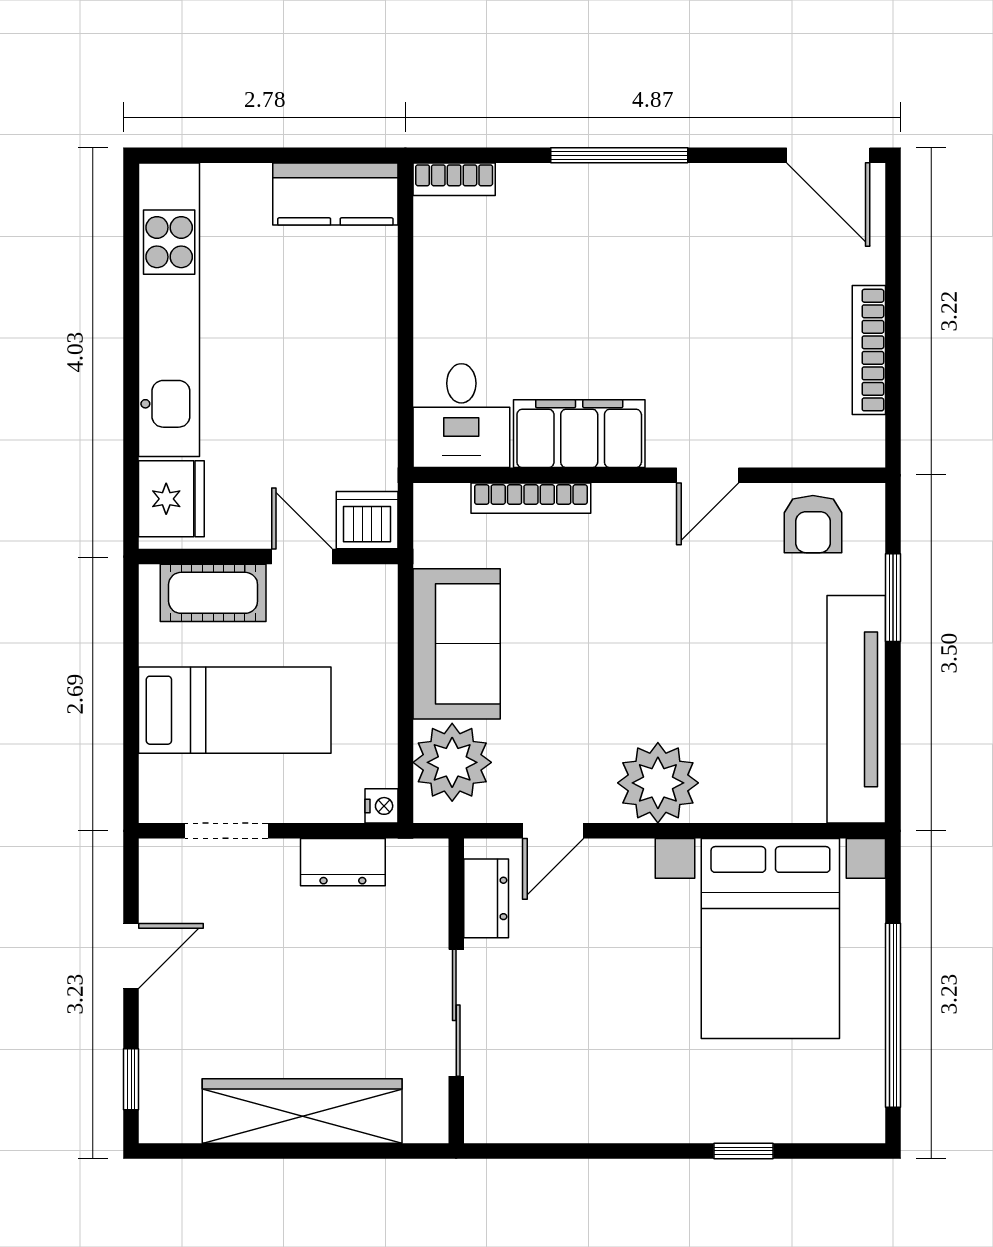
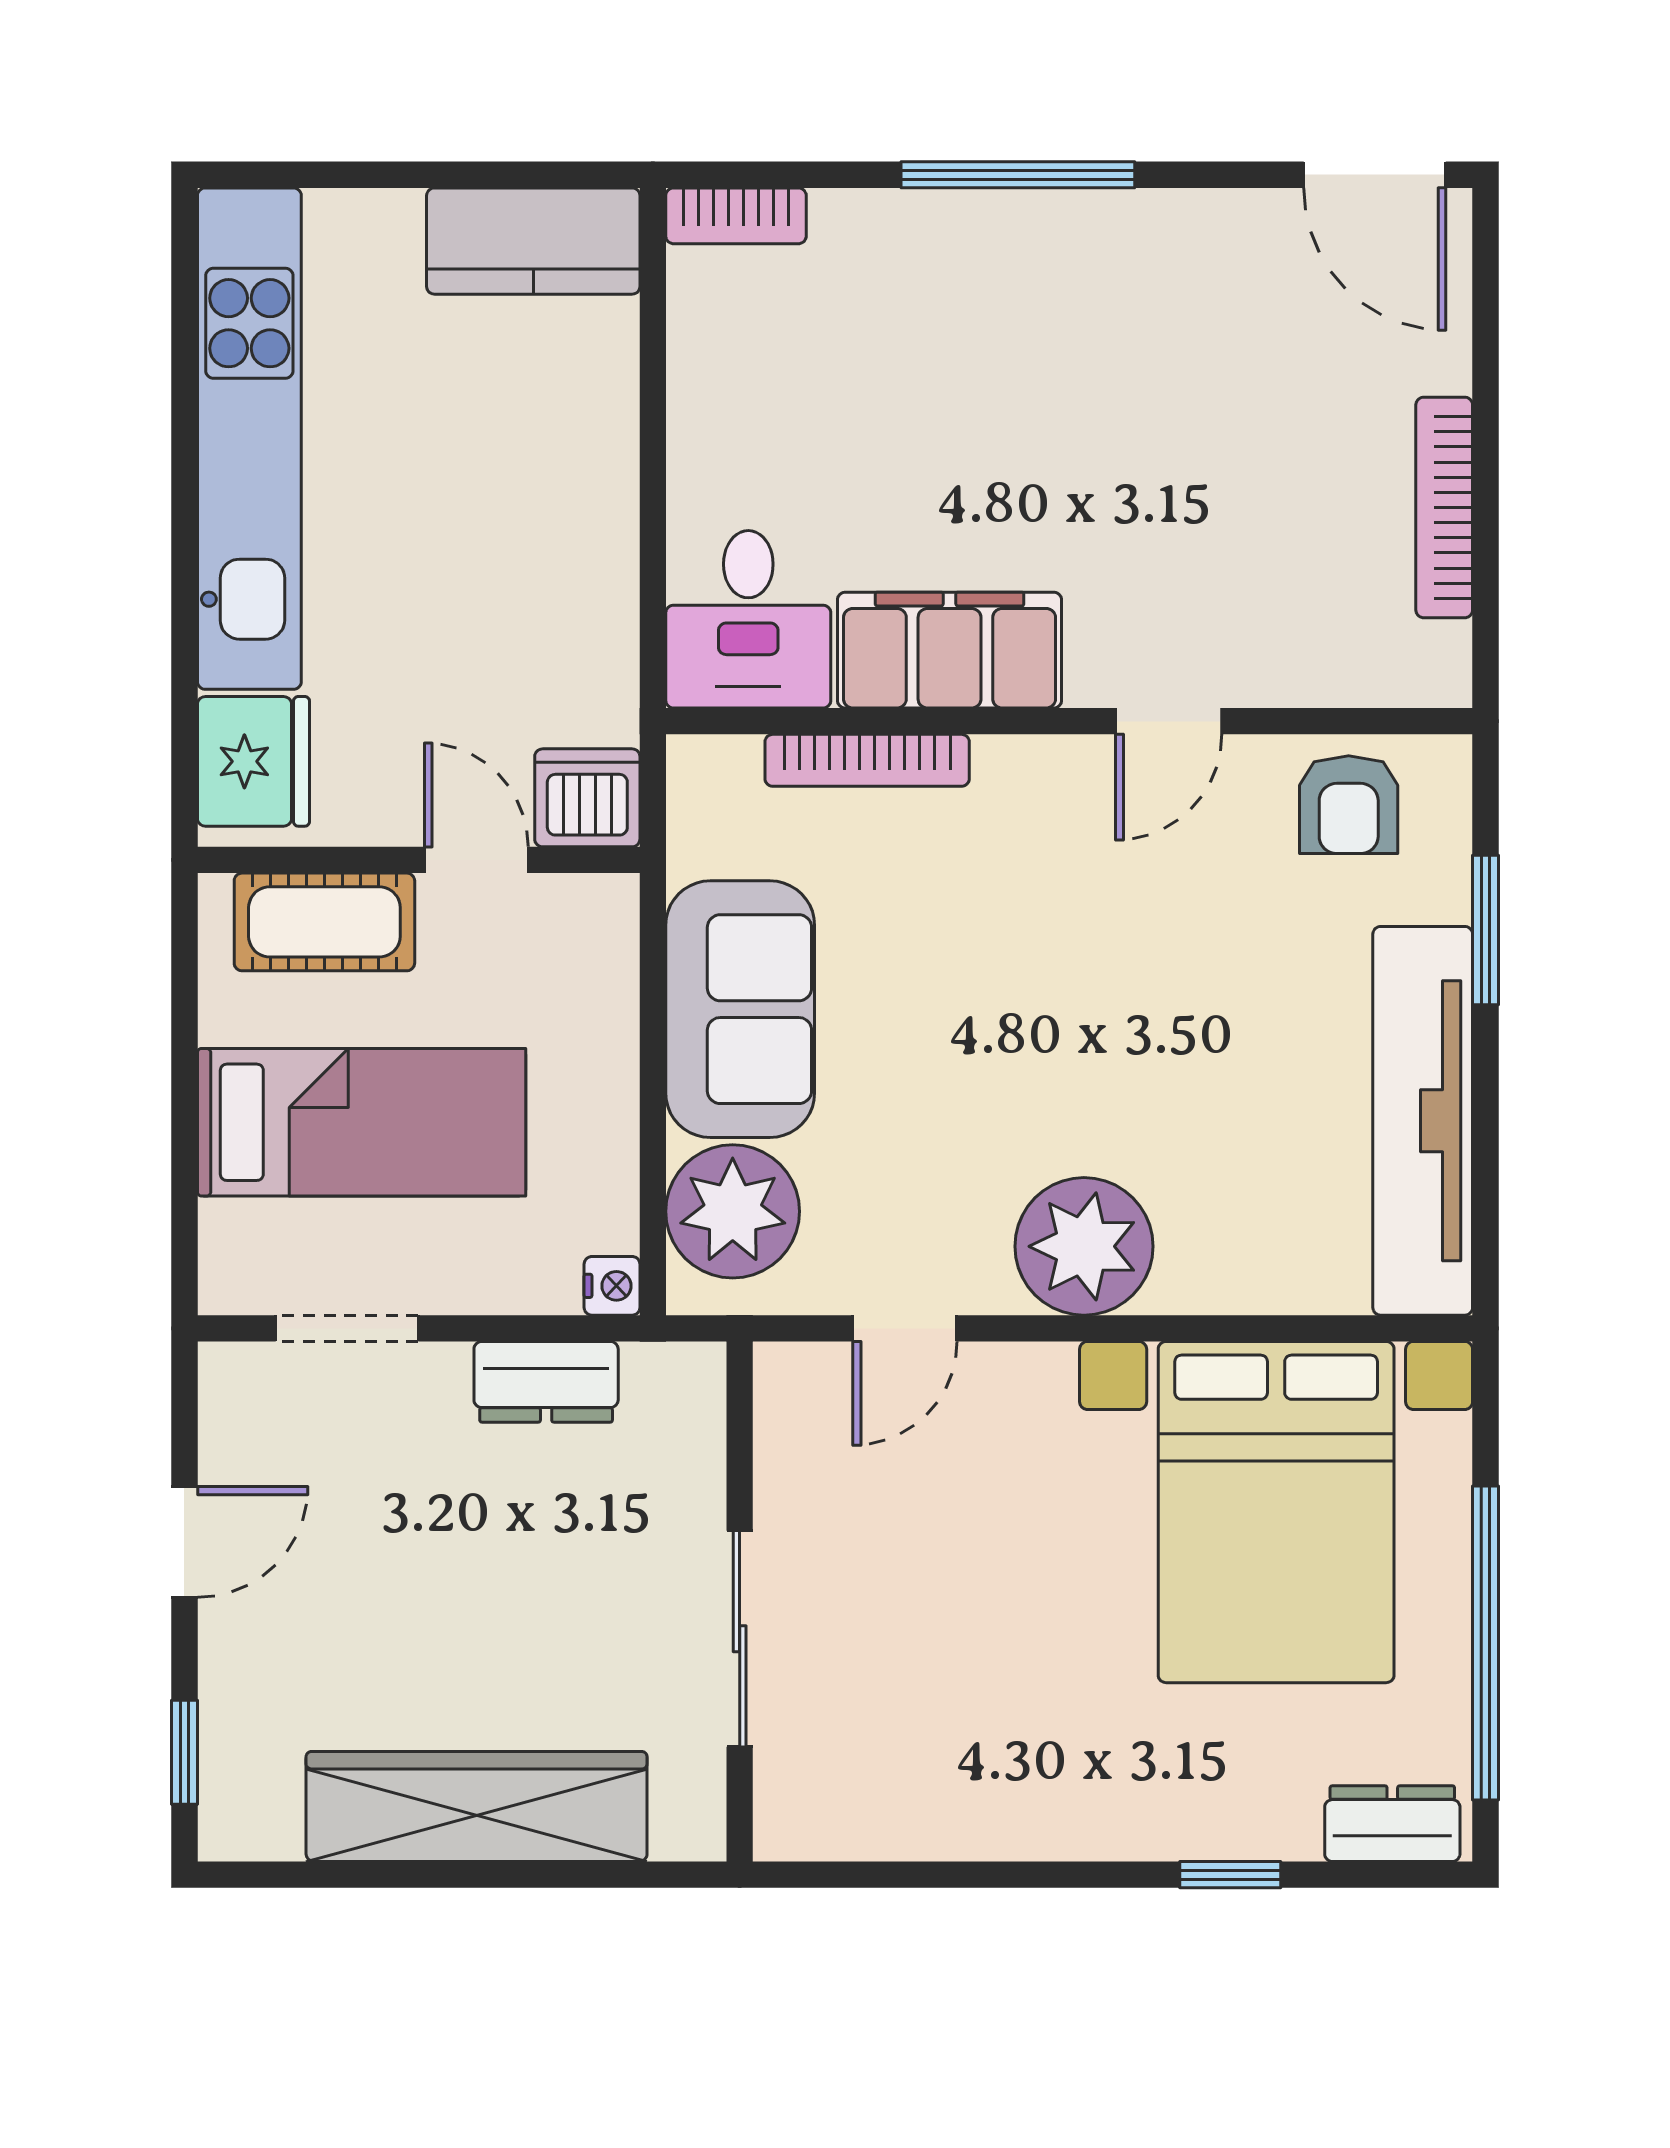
dresser: (486, 898) -> (1392, 1824), moved, turned -90

